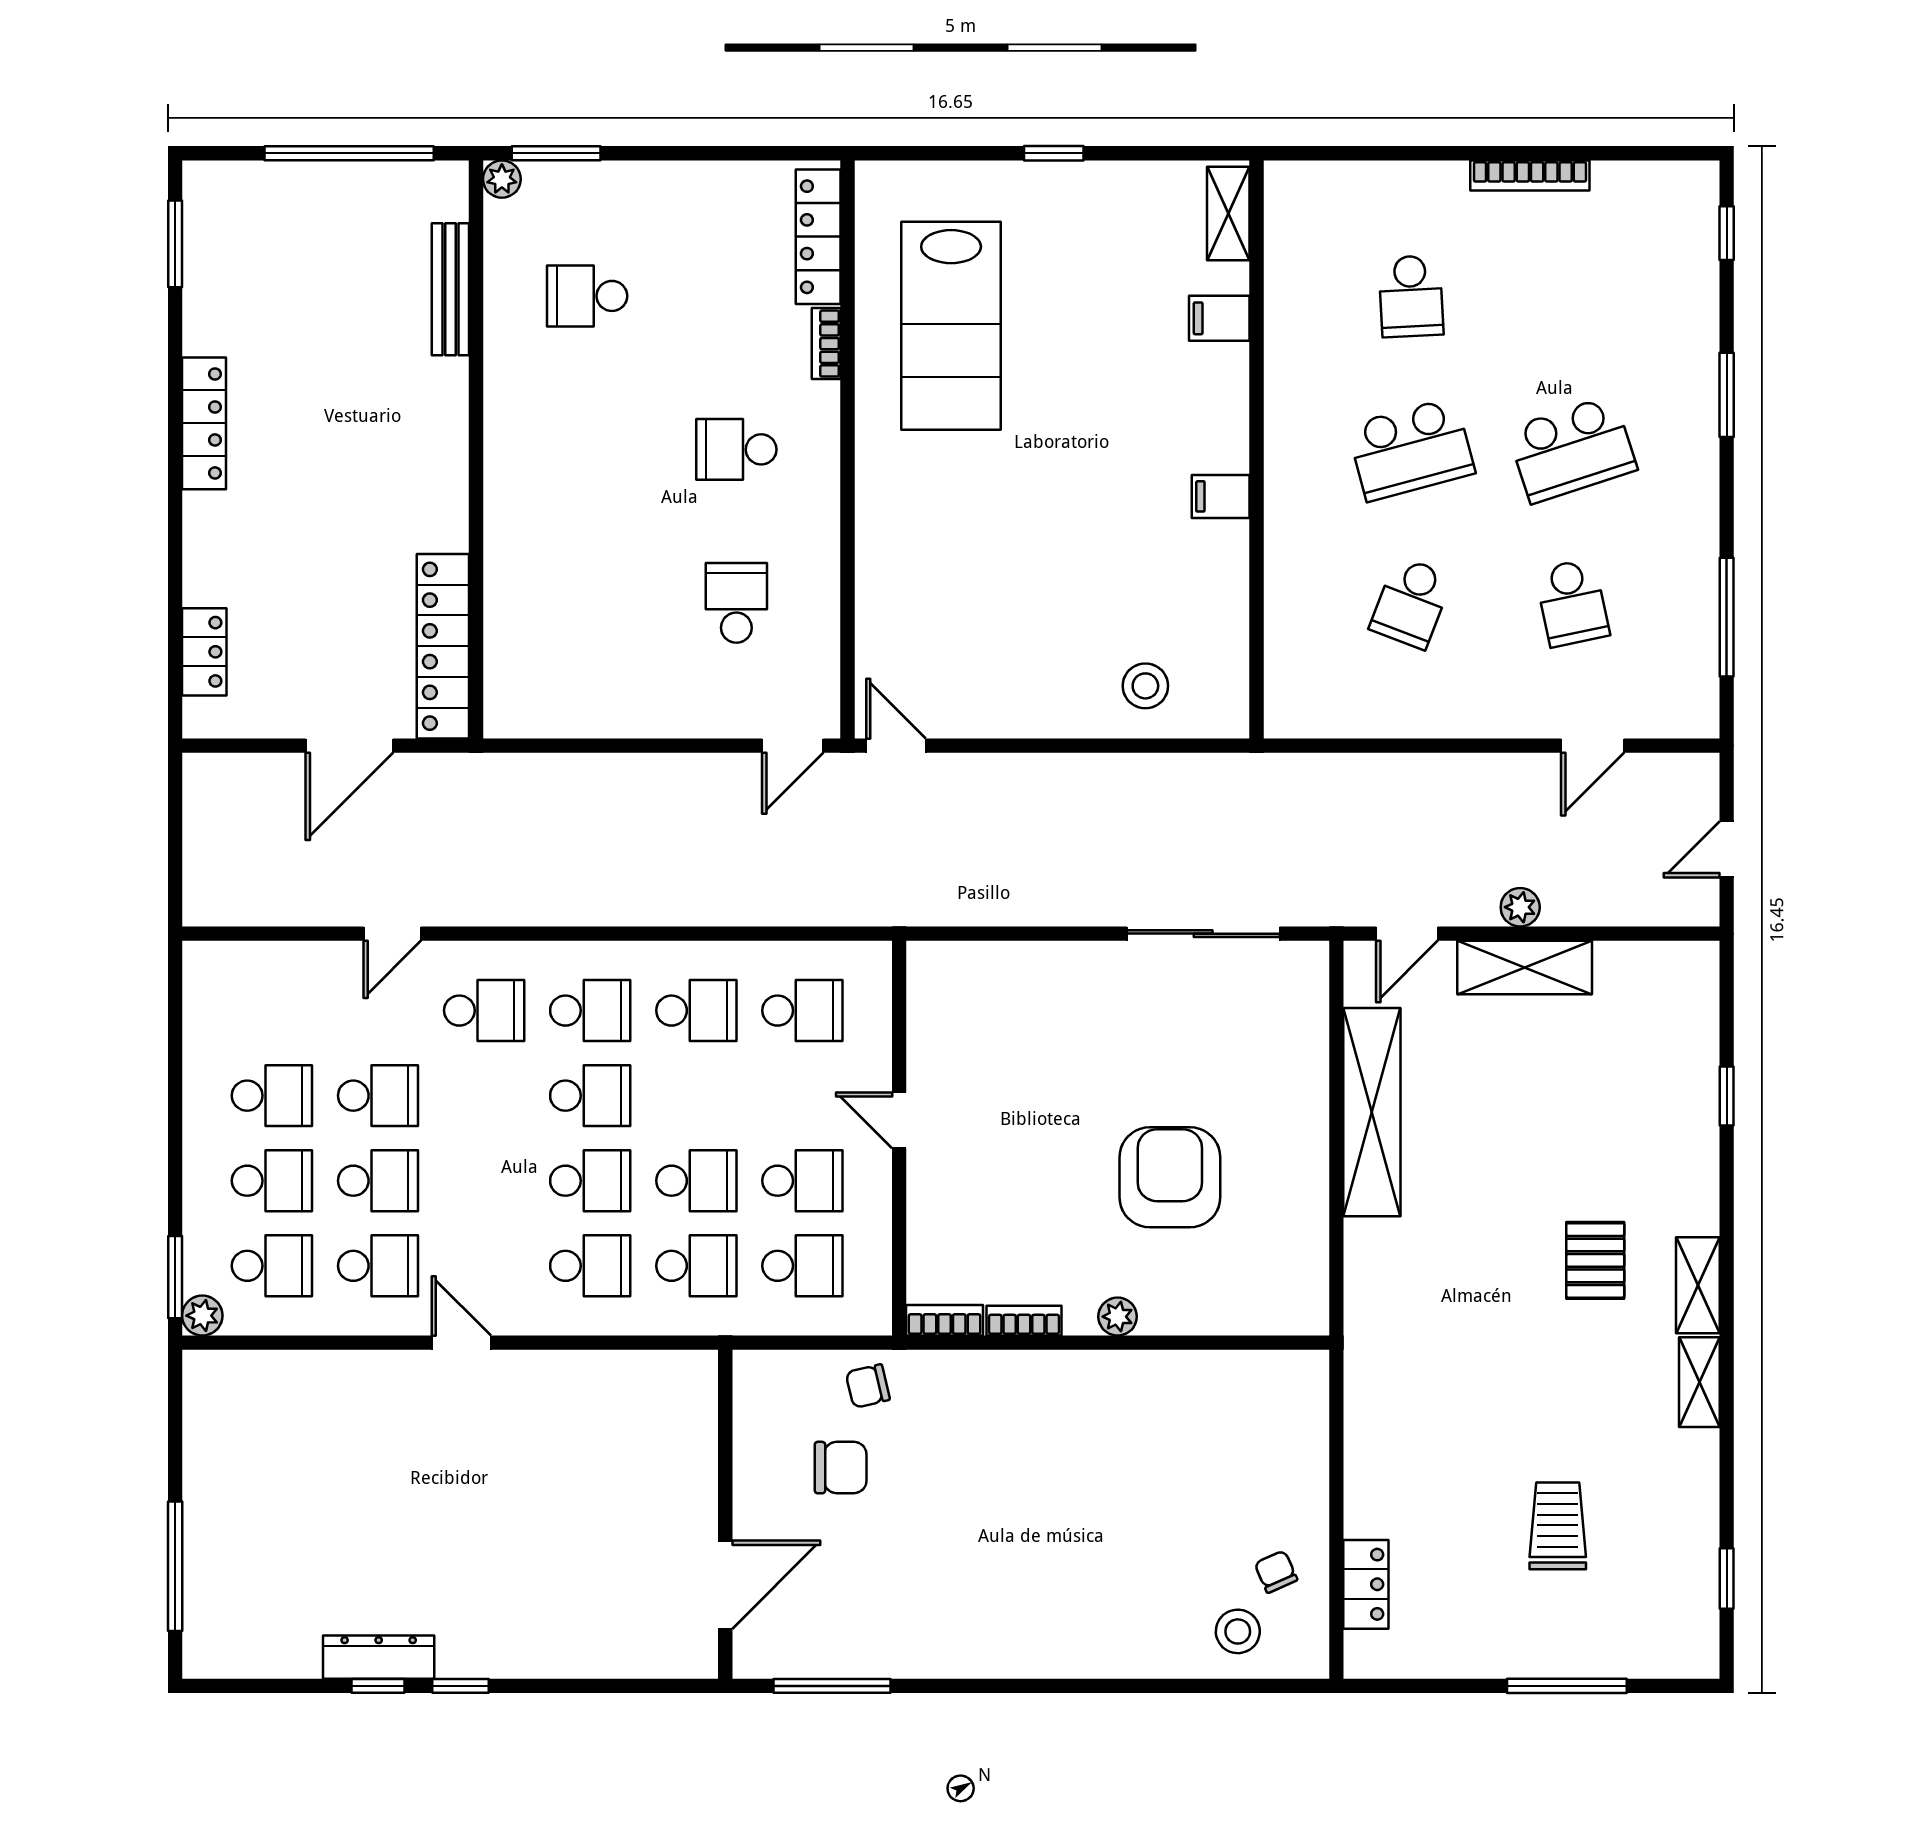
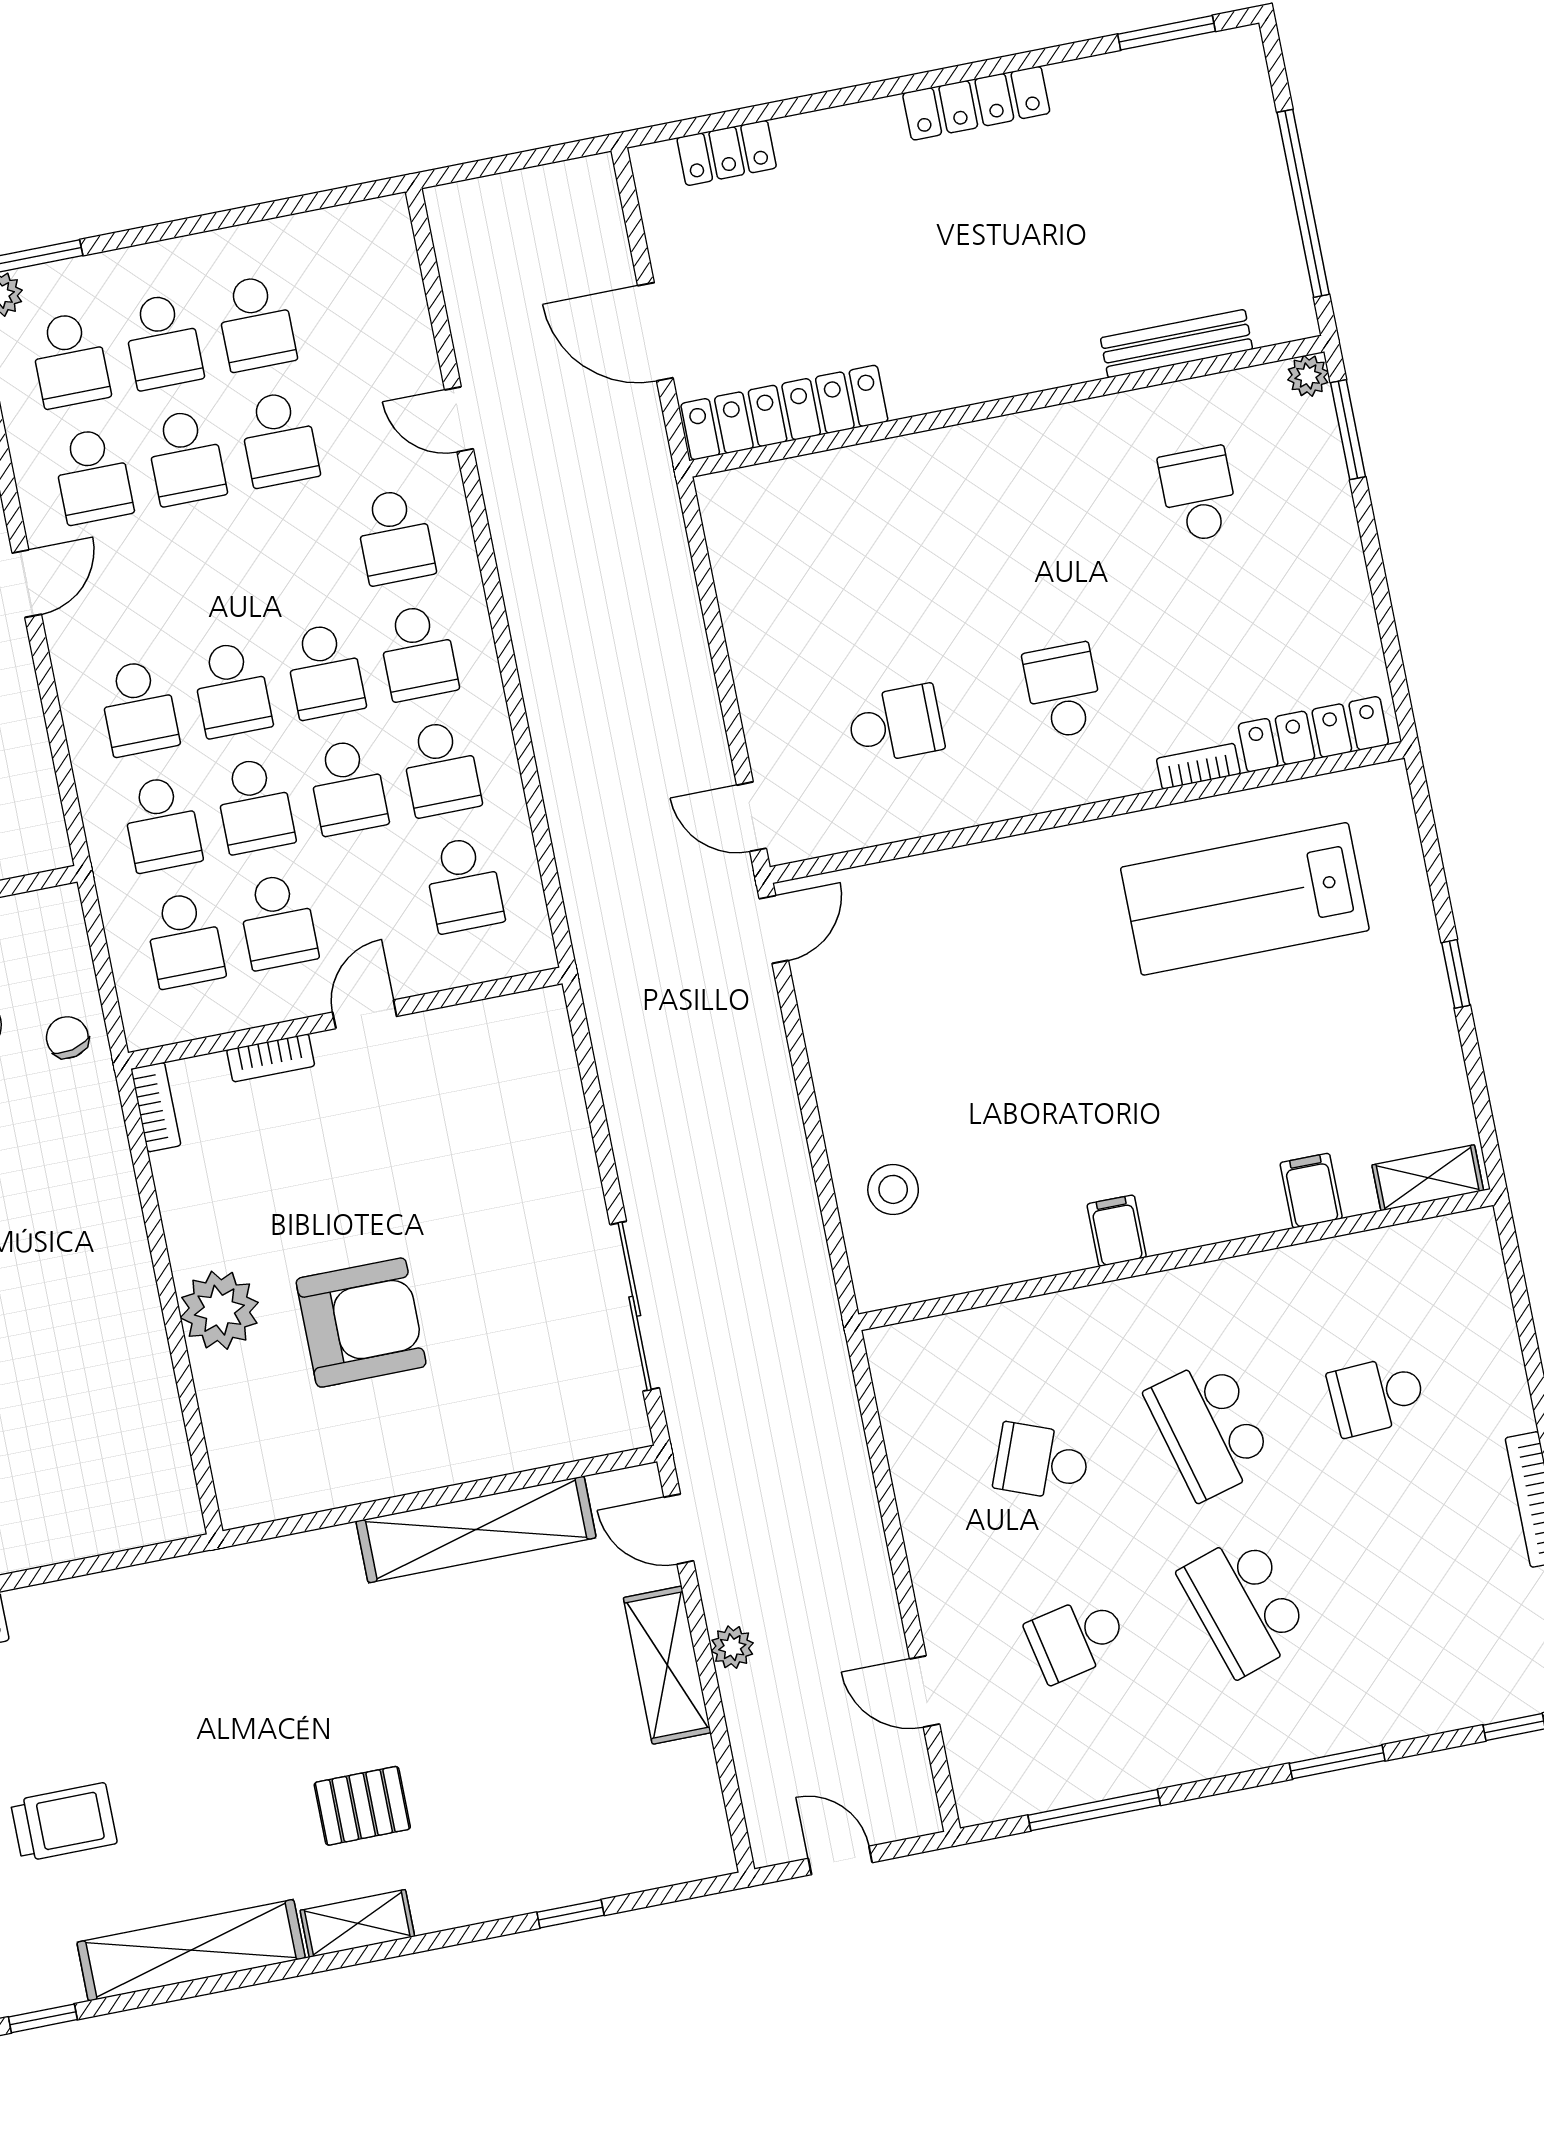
school desk: (696, 1096) -> (348, 787), added
plant: (1118, 1317) -> (219, 1310), width x1.88, depth x1.88
bookcase: (1024, 1321) -> (271, 1058), moved, turned 90
shelving: (1699, 1382) -> (191, 1950), width x2.20, depth x1.33

